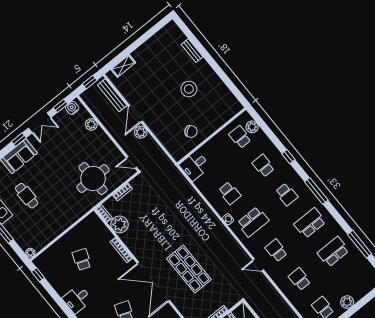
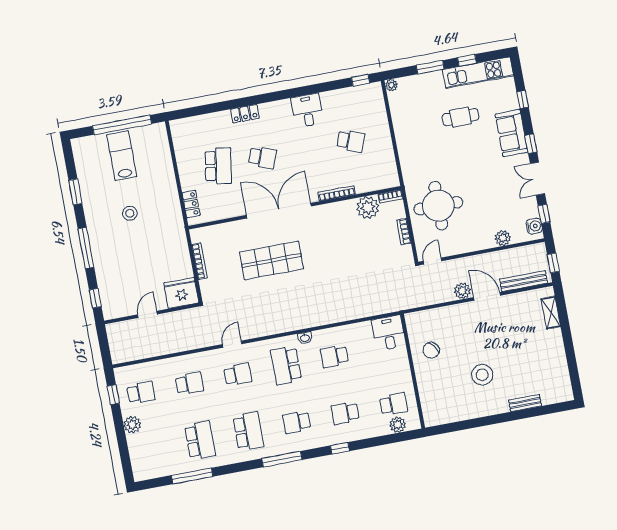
school desk: (263, 166) -> (345, 413), turned 180

